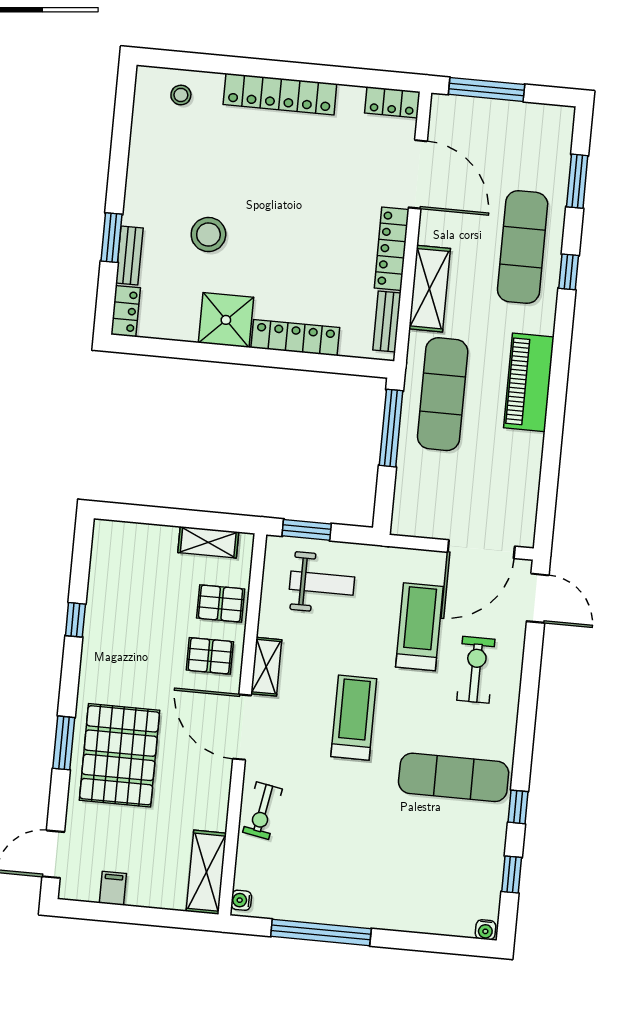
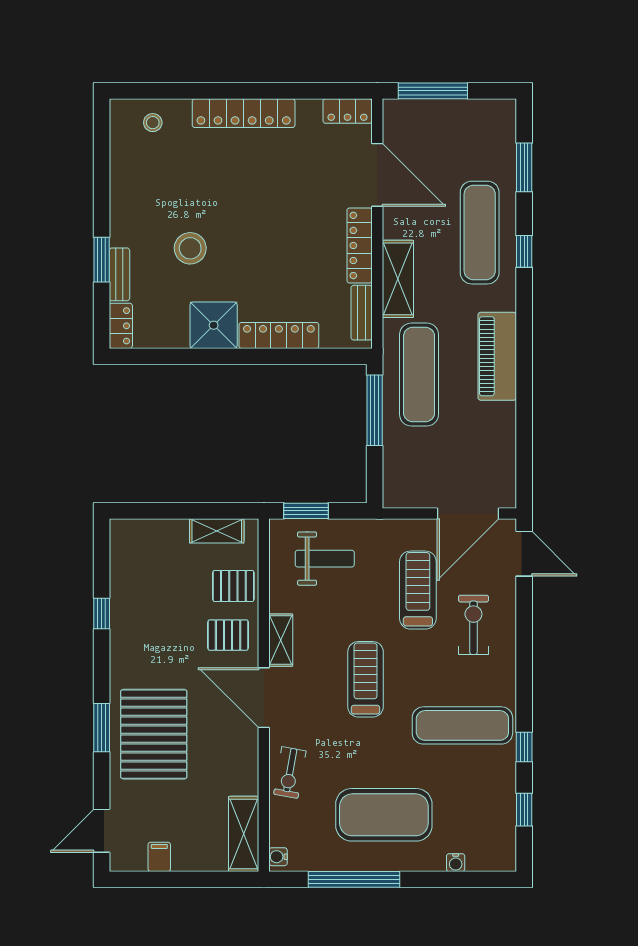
exercise mat: (360, 866) -> (384, 815), added
water cooler: (486, 930) -> (456, 863), moved

